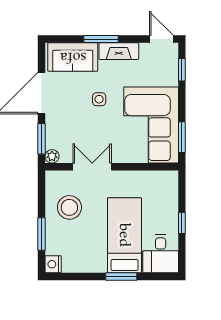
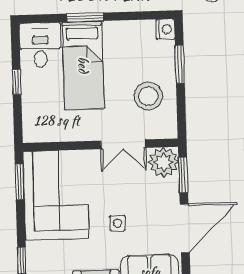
plant: (52, 156) -> (164, 162), width x1.87, depth x1.87

